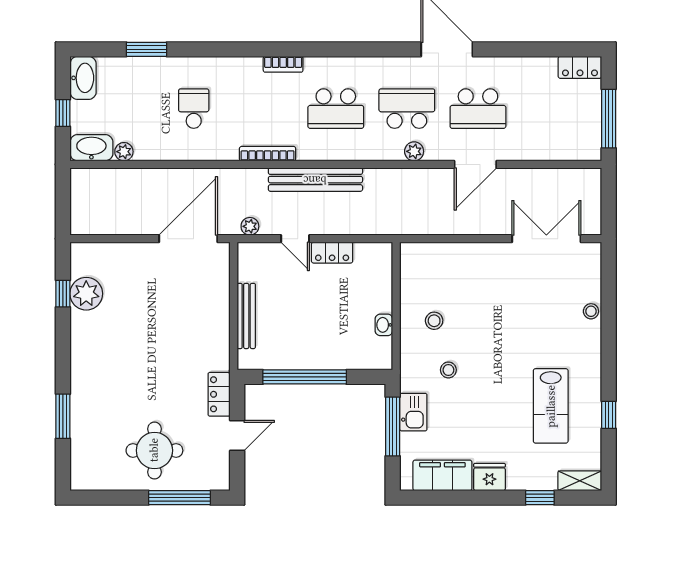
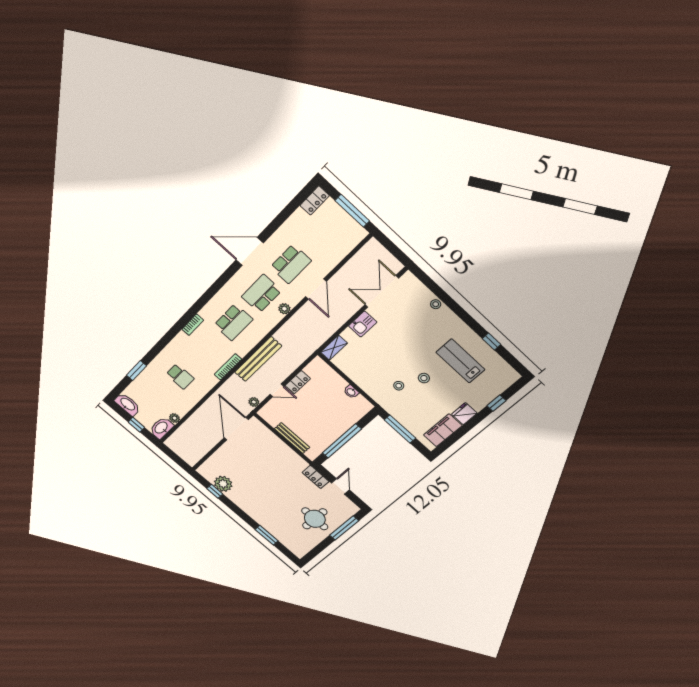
school desk: (194, 109) -> (180, 376), turned 180
stool: (434, 321) -> (424, 378), moved
lab bench: (551, 406) -> (460, 361), turned 180
kitchen sink: (413, 412) -> (363, 324), moved, turned 90
shelving: (580, 481) -> (334, 348), moved

